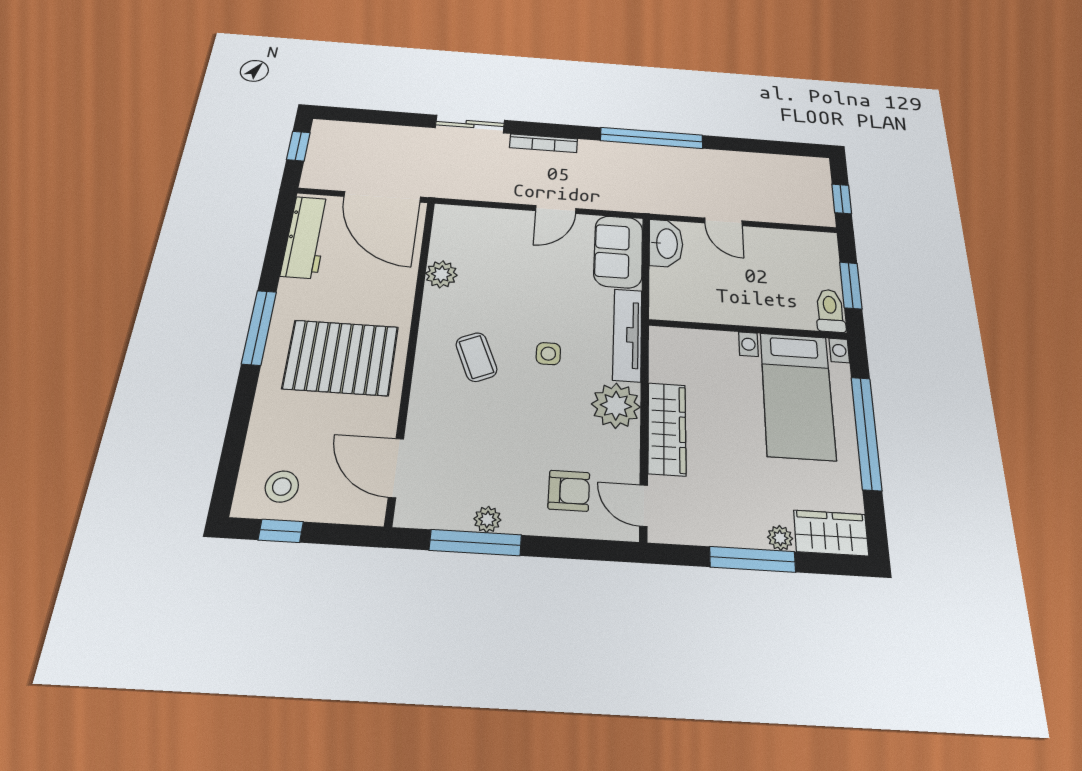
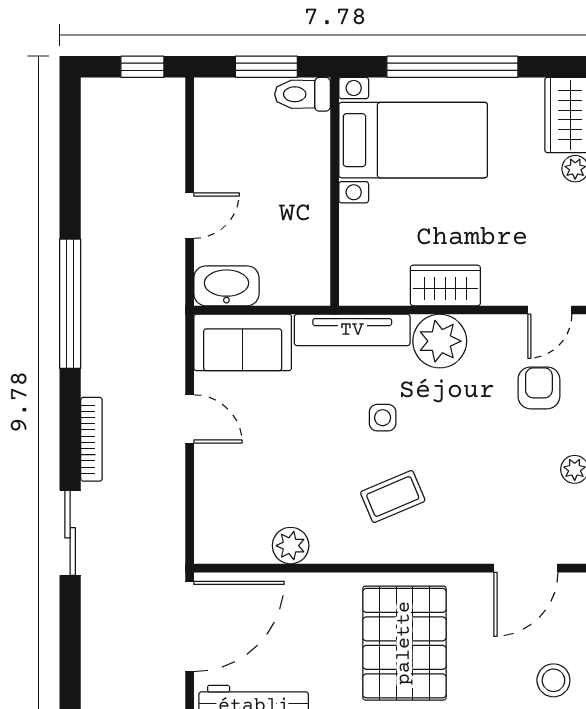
wardrobe: (667, 429) -> (445, 285), width x0.67

